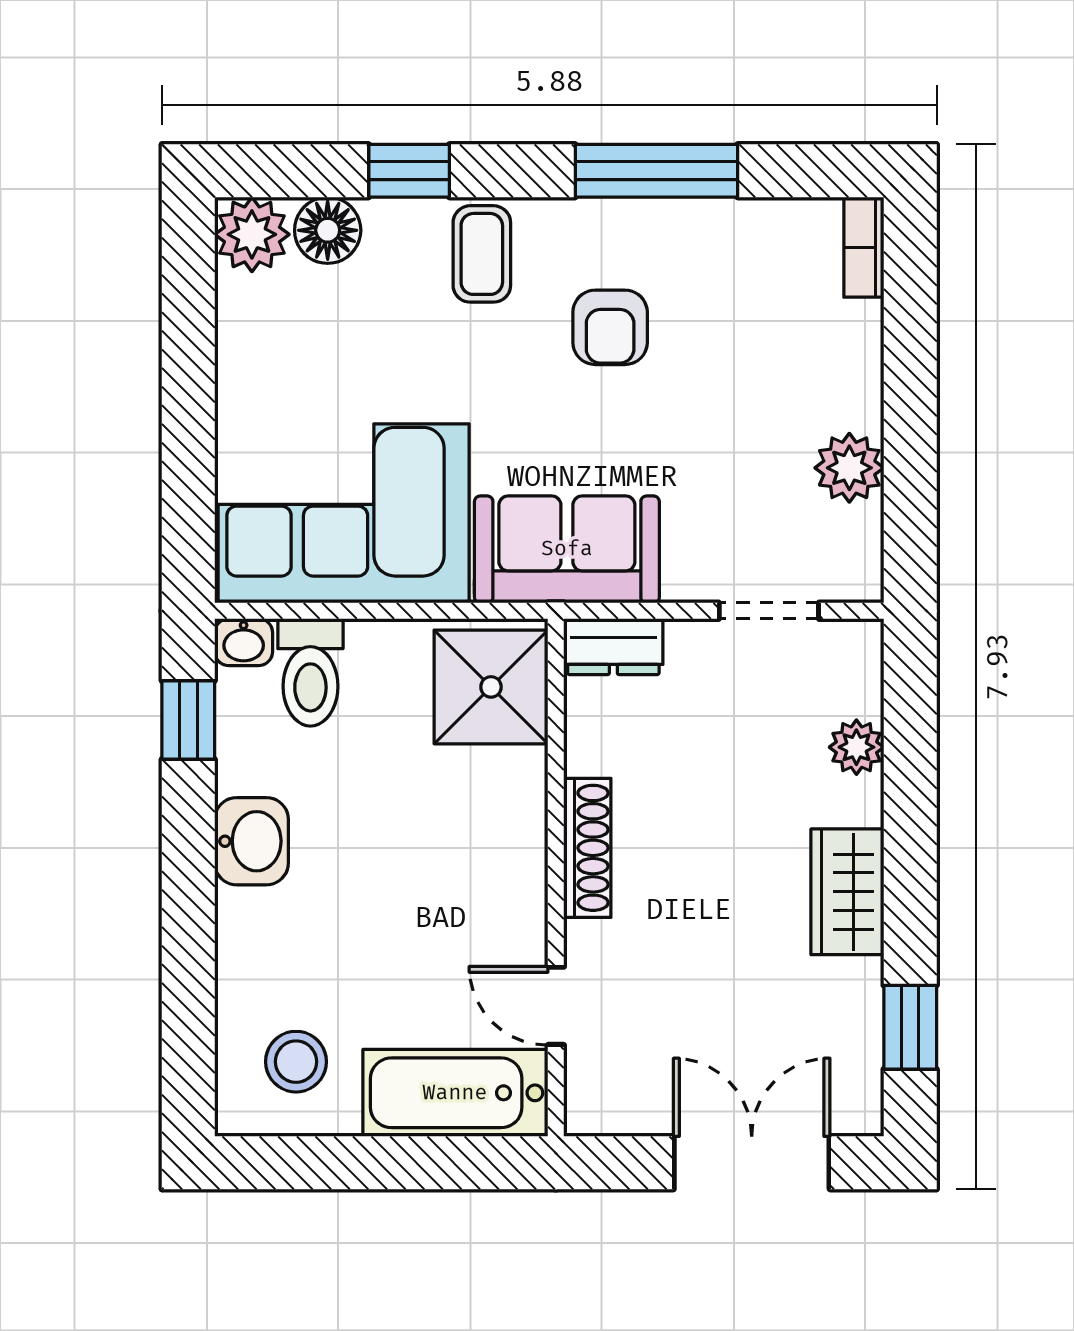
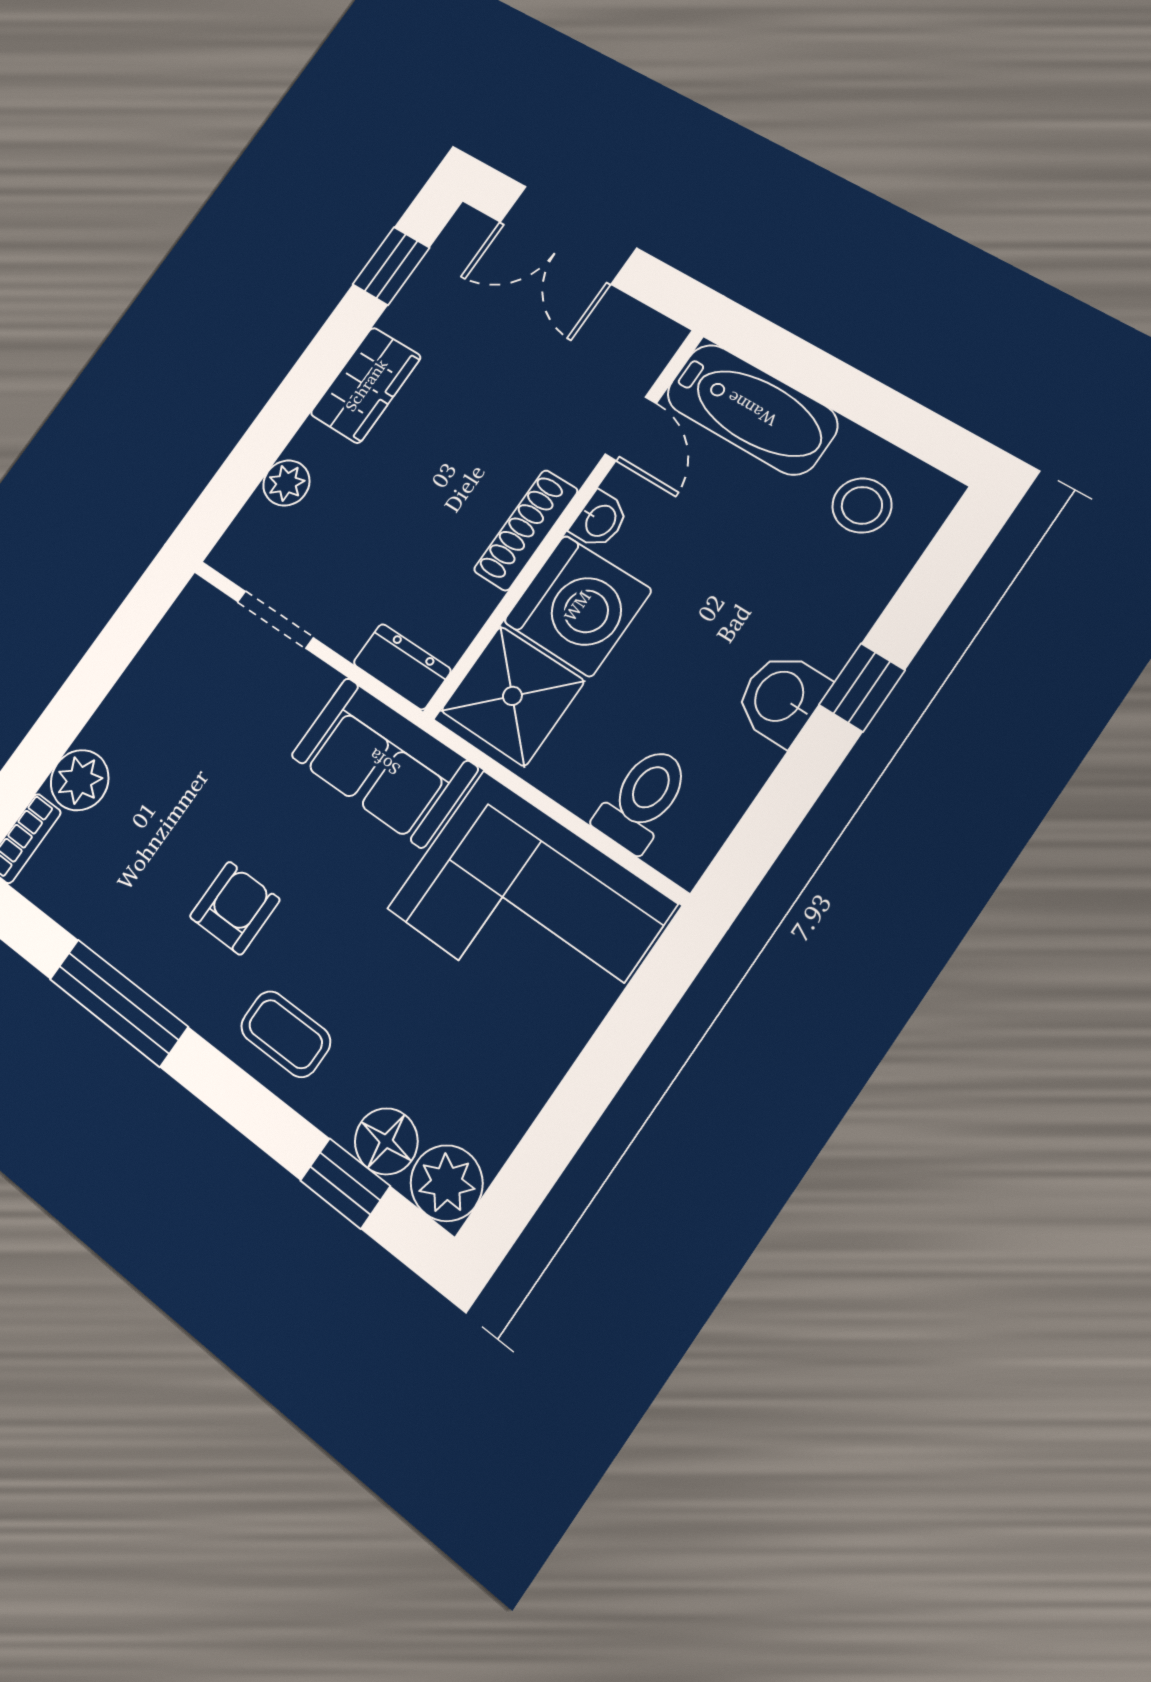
window: (409, 171) -> (345, 1183), moved
coffee table: (482, 254) -> (286, 1034), turned 90
plant: (849, 468) -> (80, 780), moved
washbasin: (244, 642) -> (600, 520), moved, turned 90
window: (188, 720) -> (862, 687), moved
washing machine: (489, 808) -> (577, 606), added

